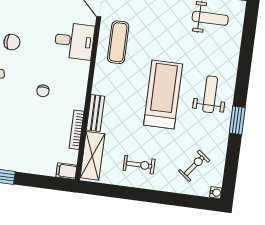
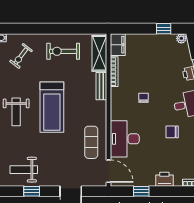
desk: (74, 41) -> (125, 139), width x1.37
exercise bike: (139, 165) -> (63, 51), width x1.38, depth x1.39
filing cabinet: (66, 171) -> (118, 45), width x2.00

